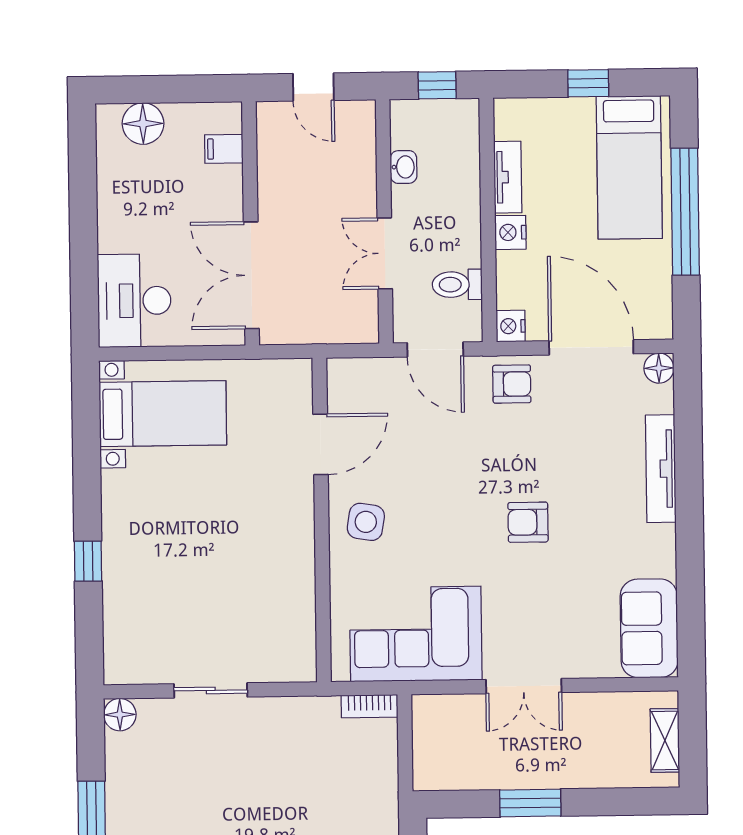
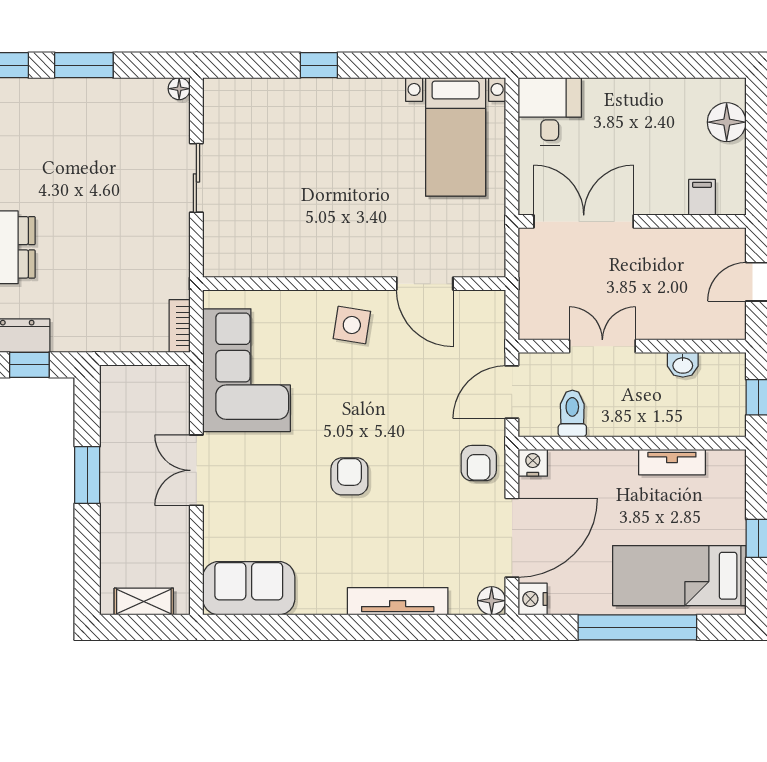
nightstand: (510, 232) -> (533, 599), moved, turned -90
desk: (134, 301) -> (550, 112), width x0.73
floor lamp: (120, 715) -> (179, 89), width x0.73, depth x0.73

